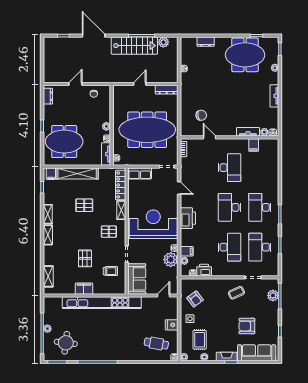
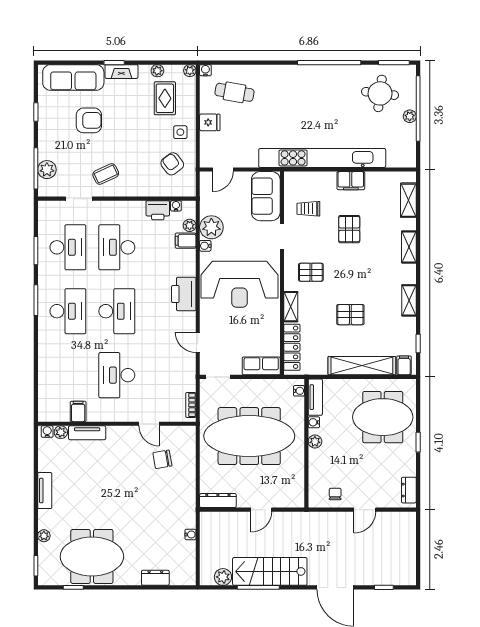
shelving: (48, 235) -> (409, 247), moved

